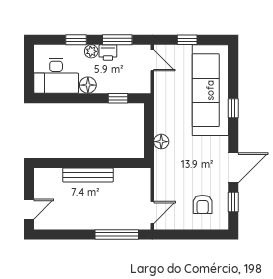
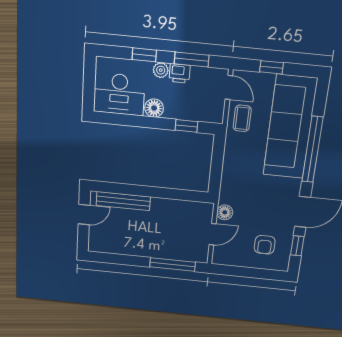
coffee table: (167, 86) -> (242, 118), added
window: (233, 108) -> (312, 150), width x3.17
floor lamp: (161, 142) -> (225, 212), moved
bench: (88, 175) -> (123, 201), moved
door: (29, 209) -> (84, 215), moved
door: (152, 212) -> (213, 234), moved

